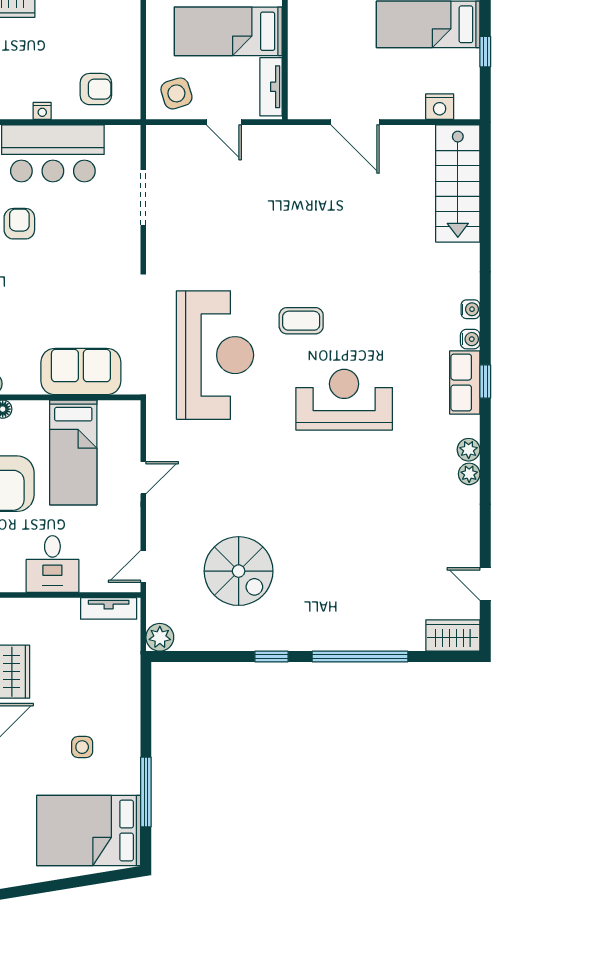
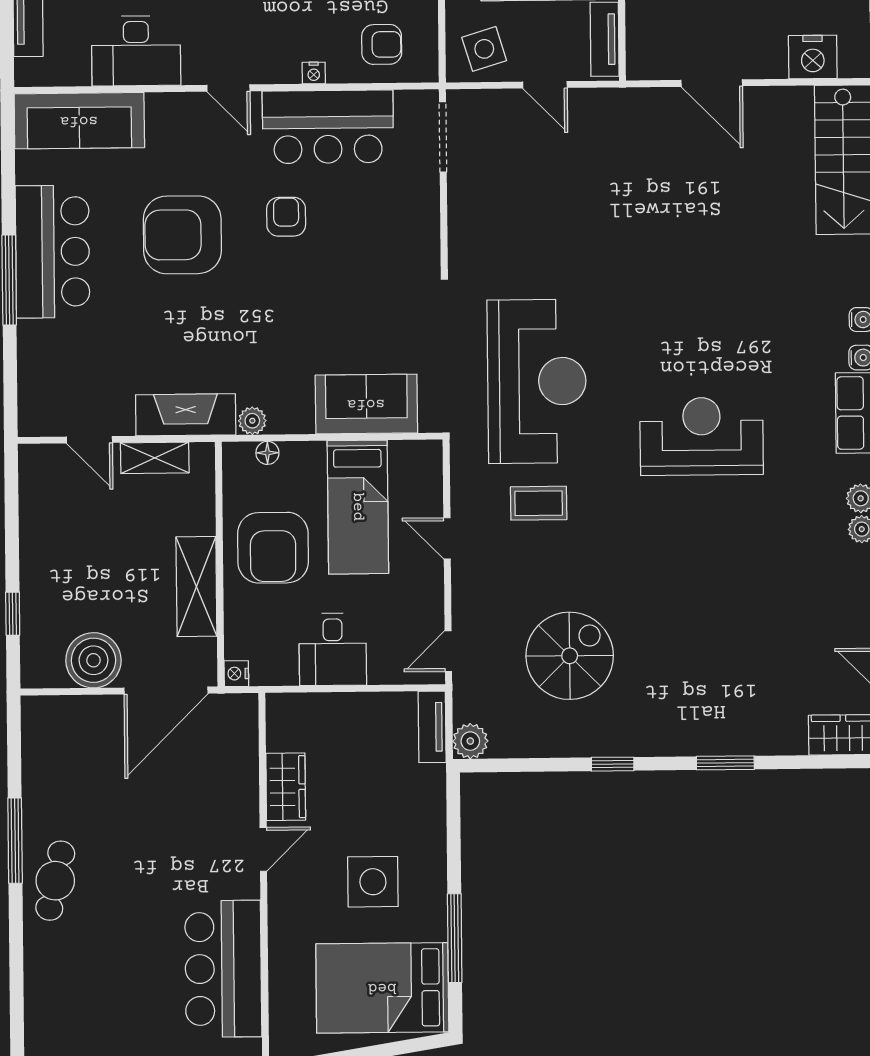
nightstand: (440, 107) -> (813, 57), width x1.36, depth x1.33
doorway: (143, 198) -> (443, 137), moved
coffee table: (301, 321) -> (539, 503), moved
door: (143, 478) -> (447, 538), swing flipped
spiral stairs: (239, 571) -> (570, 656), turned -90
tv unit: (109, 608) -> (432, 727), moved, turned 90
window: (360, 657) -> (725, 763), width x0.47
side table: (82, 747) -> (373, 882), width x1.87, depth x1.87

